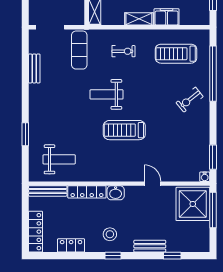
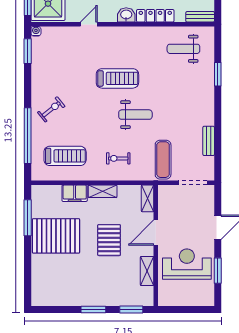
door: (153, 184) -> (89, 24), swing flipped
bench: (48, 191) -> (200, 17), width x0.73

